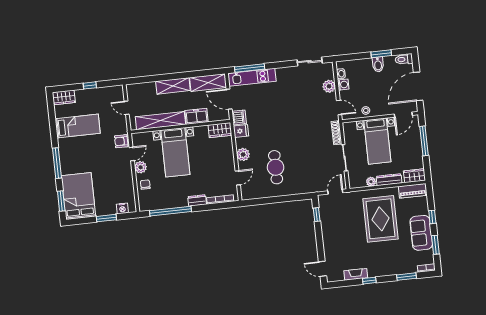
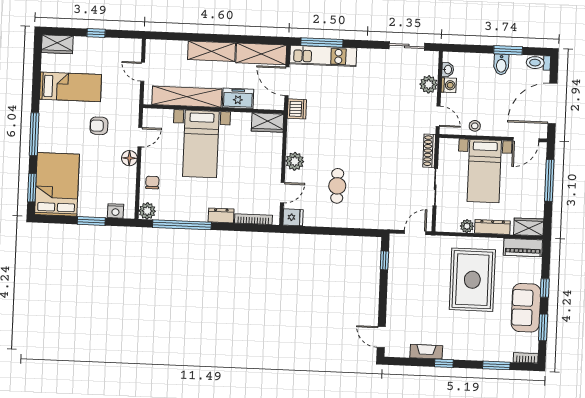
fridge: (241, 131) -> (293, 217), moved
armchair: (121, 141) -> (99, 126), moved
plant: (141, 167) -> (147, 211), moved
cafe table: (276, 167) -> (337, 186), width x0.73, depth x0.74
floor lamp: (127, 170) -> (129, 158), added

